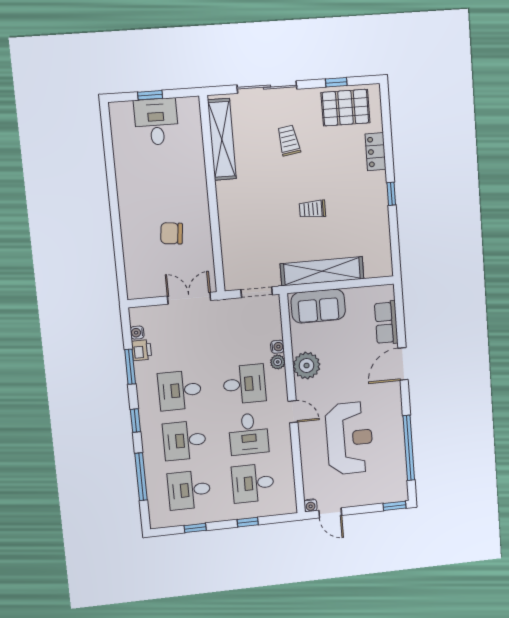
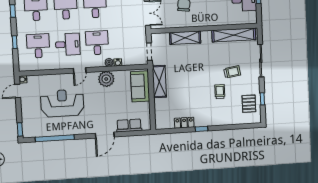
pallet: (345, 108) -> (249, 104), width x0.67, depth x0.71
locker: (375, 152) -> (184, 123), moved
trolley: (312, 209) -> (220, 92), moved
shelving: (230, 229) -> (185, 38), added
shelving: (322, 271) -> (159, 82), width x0.68
door: (403, 364) -> (105, 135), swing flipped
desk: (244, 384) -> (97, 43), turned 180
desk: (249, 434) -> (68, 44), turned 180
reception desk: (349, 438) -> (62, 103), turned 180

